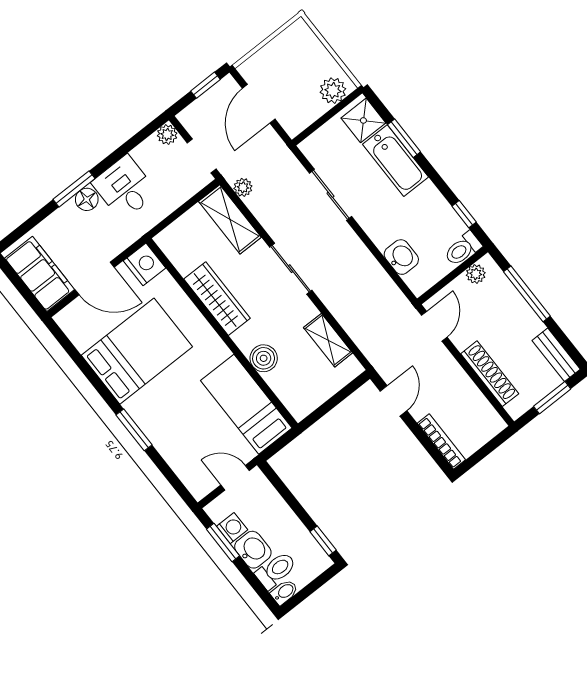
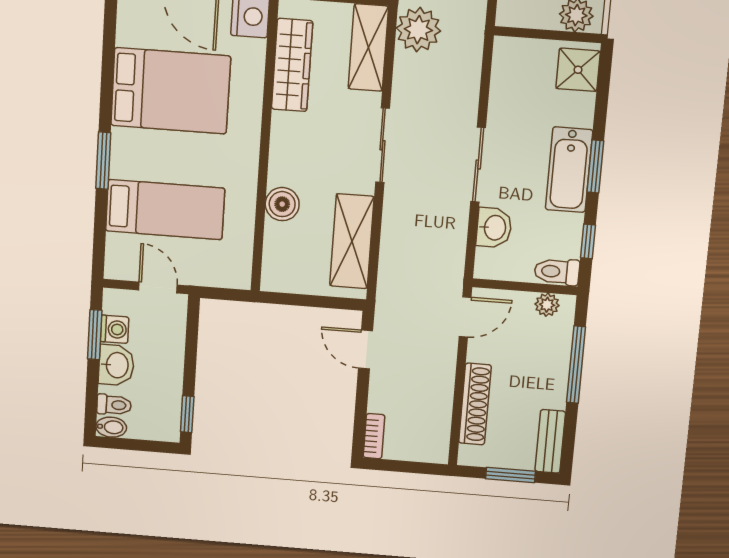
window: (404, 138) -> (595, 166), moved
bathtub: (395, 161) -> (569, 170), moved
plant: (243, 187) -> (418, 30), width x1.87, depth x1.87
sliding door: (330, 195) -> (478, 165), moved
wardrobe: (217, 299) -> (292, 65), moved
shelving: (328, 340) -> (352, 241), width x1.50, depth x1.33
door: (394, 401) -> (366, 349), swing flipped
bed: (246, 404) -> (165, 210), moved, turned 90
bookcase: (441, 442) -> (374, 436), width x0.64
toilet: (276, 570) -> (114, 405), width x0.73, depth x0.72

